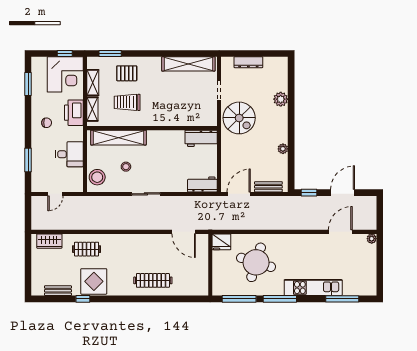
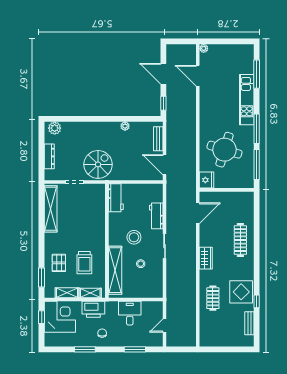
window: (28, 84) -> (85, 349), moved
plant: (281, 99) -> (55, 128), moved
stool: (97, 177) -> (134, 237), moved
workbench: (202, 184) -> (156, 216), moved
door: (55, 194) -> (165, 325), swing flipped
wardrobe: (49, 241) -> (206, 258), moved

